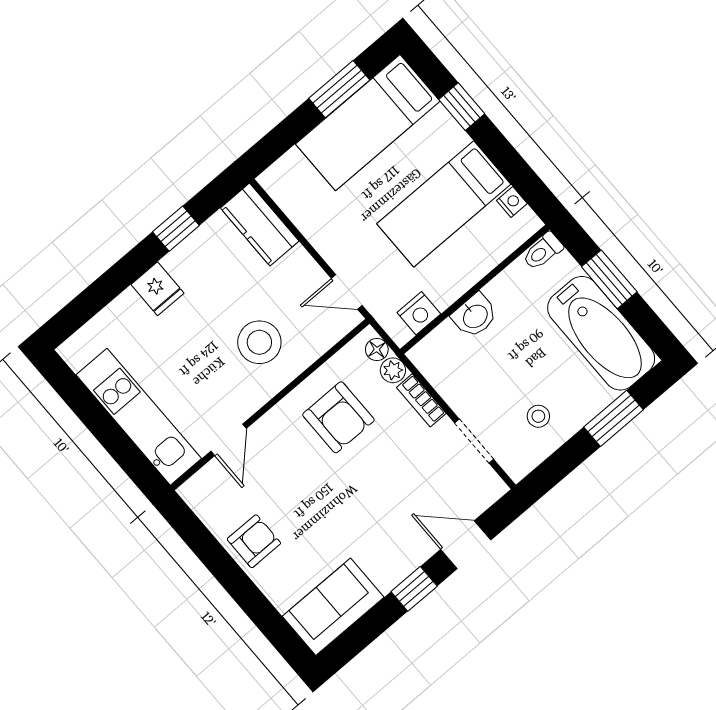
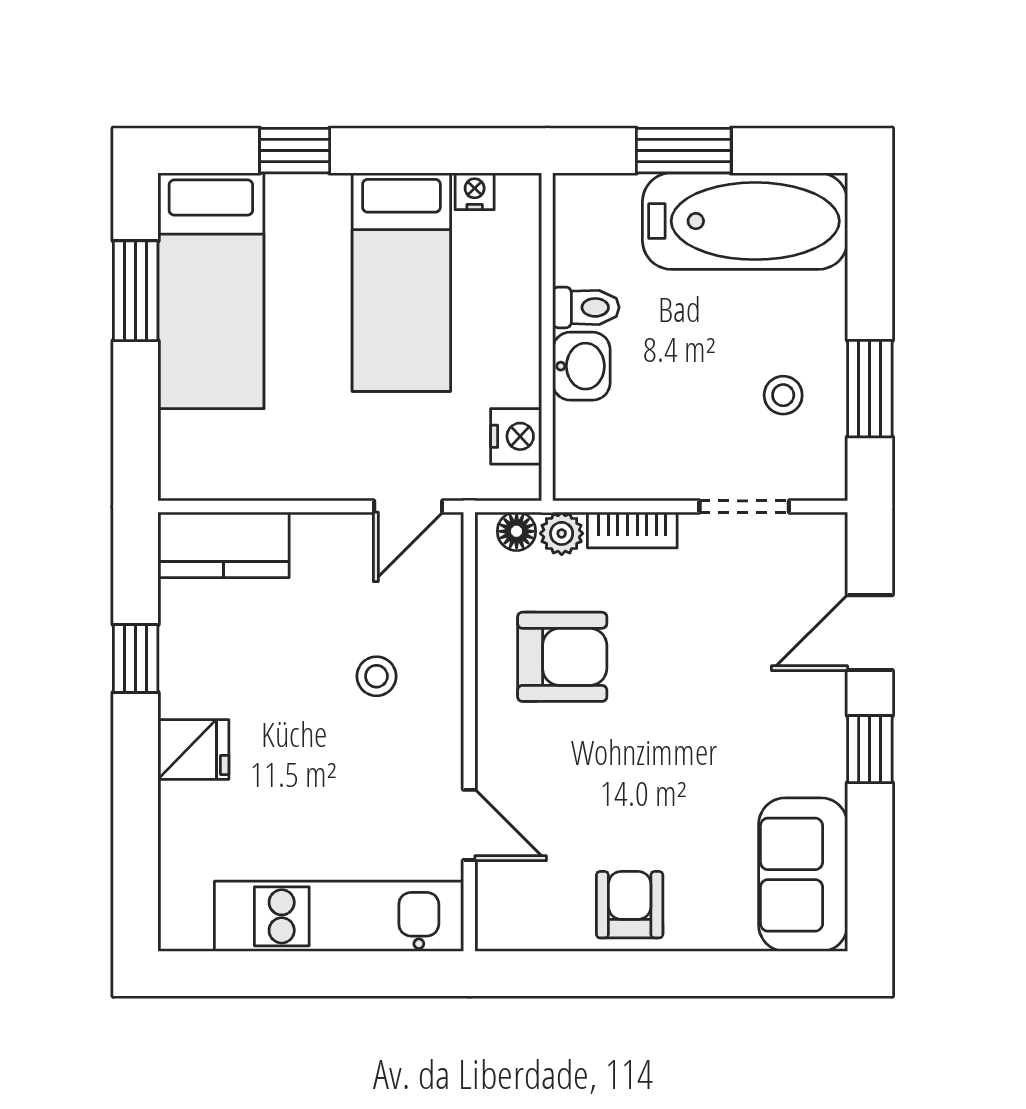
toilet: (543, 251) -> (586, 307), moved, turned -90
stool: (259, 342) -> (376, 676), width x0.53, depth x0.53
window: (614, 418) -> (870, 389), moved

